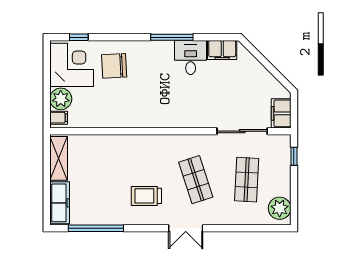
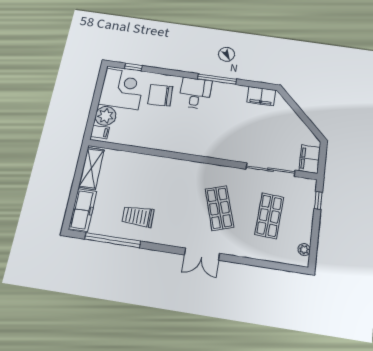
desk: (191, 58) -> (195, 93), moved
trolley: (146, 196) -> (138, 216), moved
plant: (280, 208) -> (304, 250), width x0.53, depth x0.53

